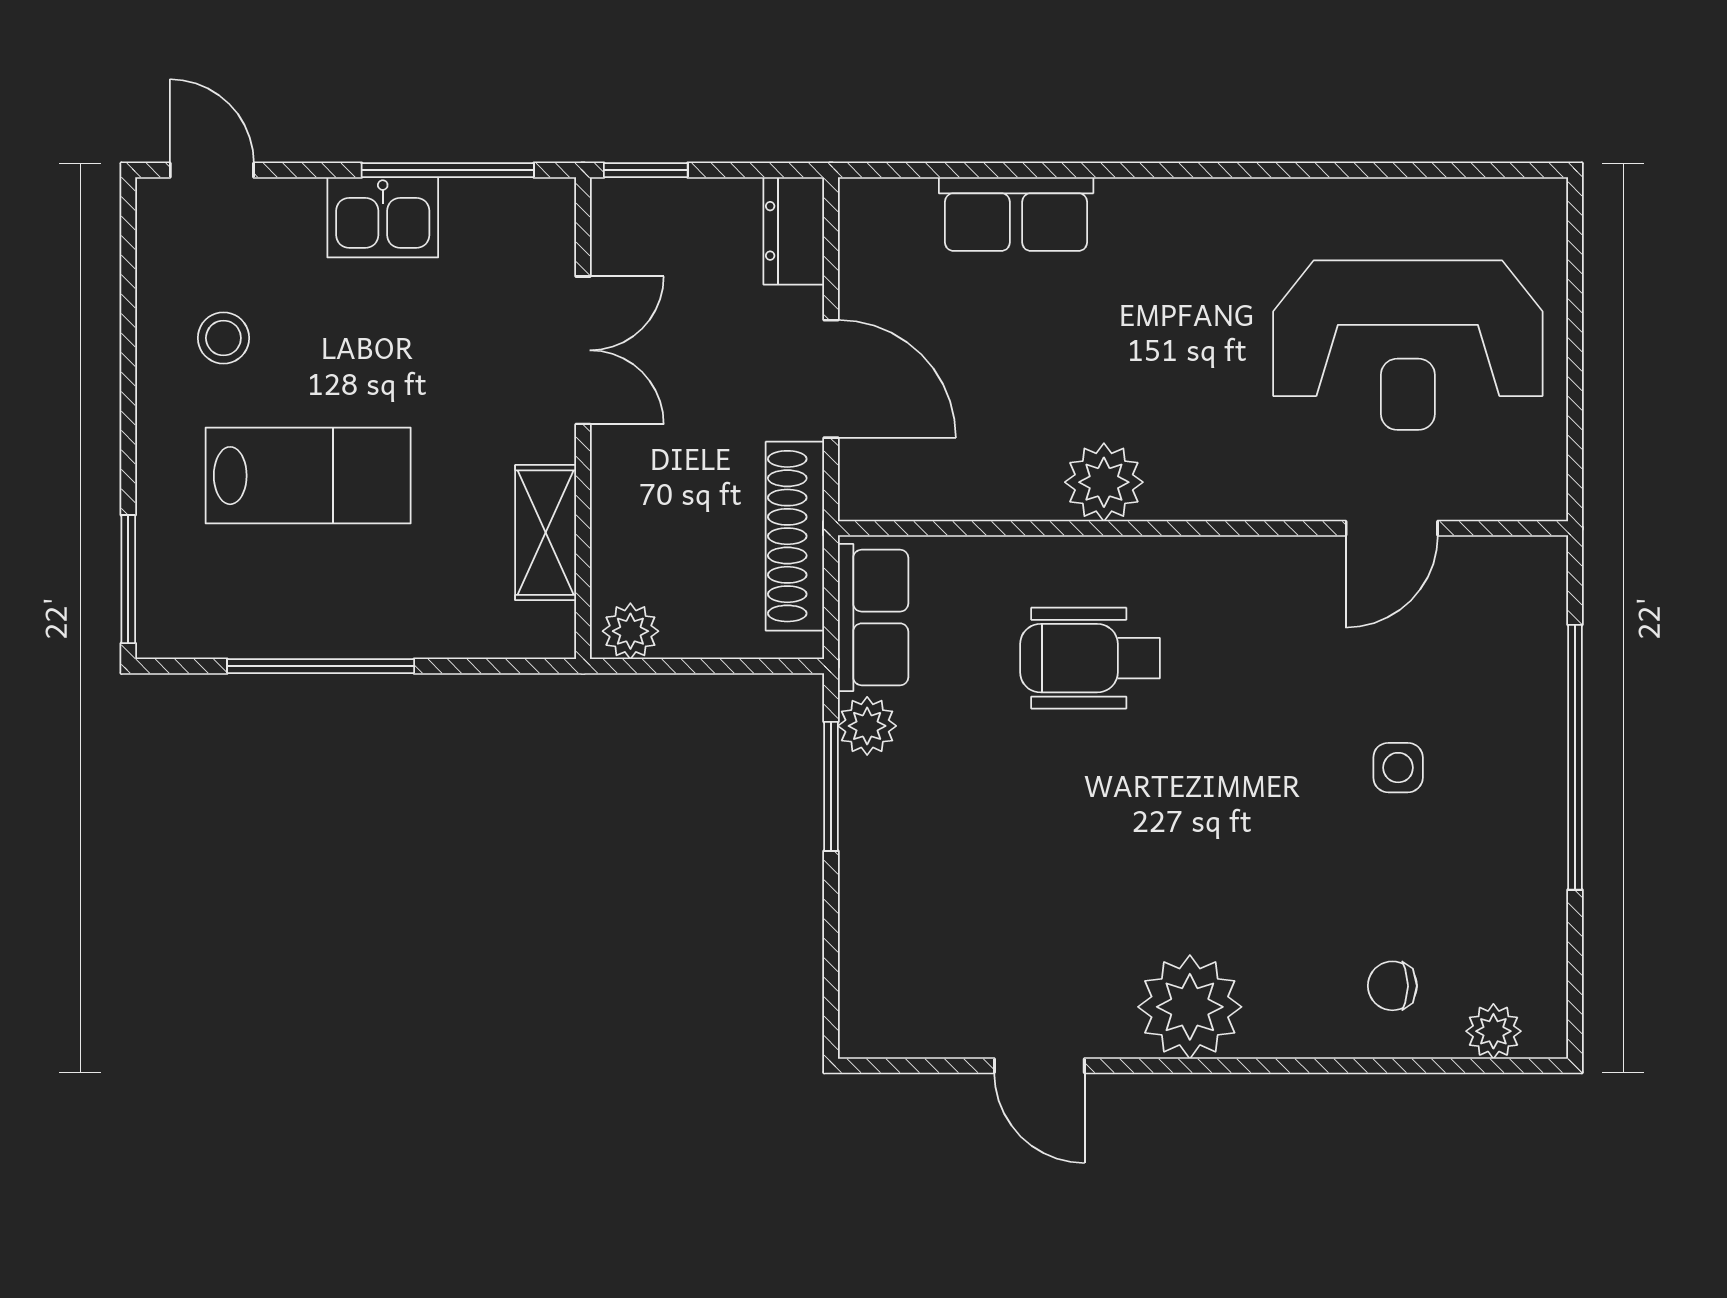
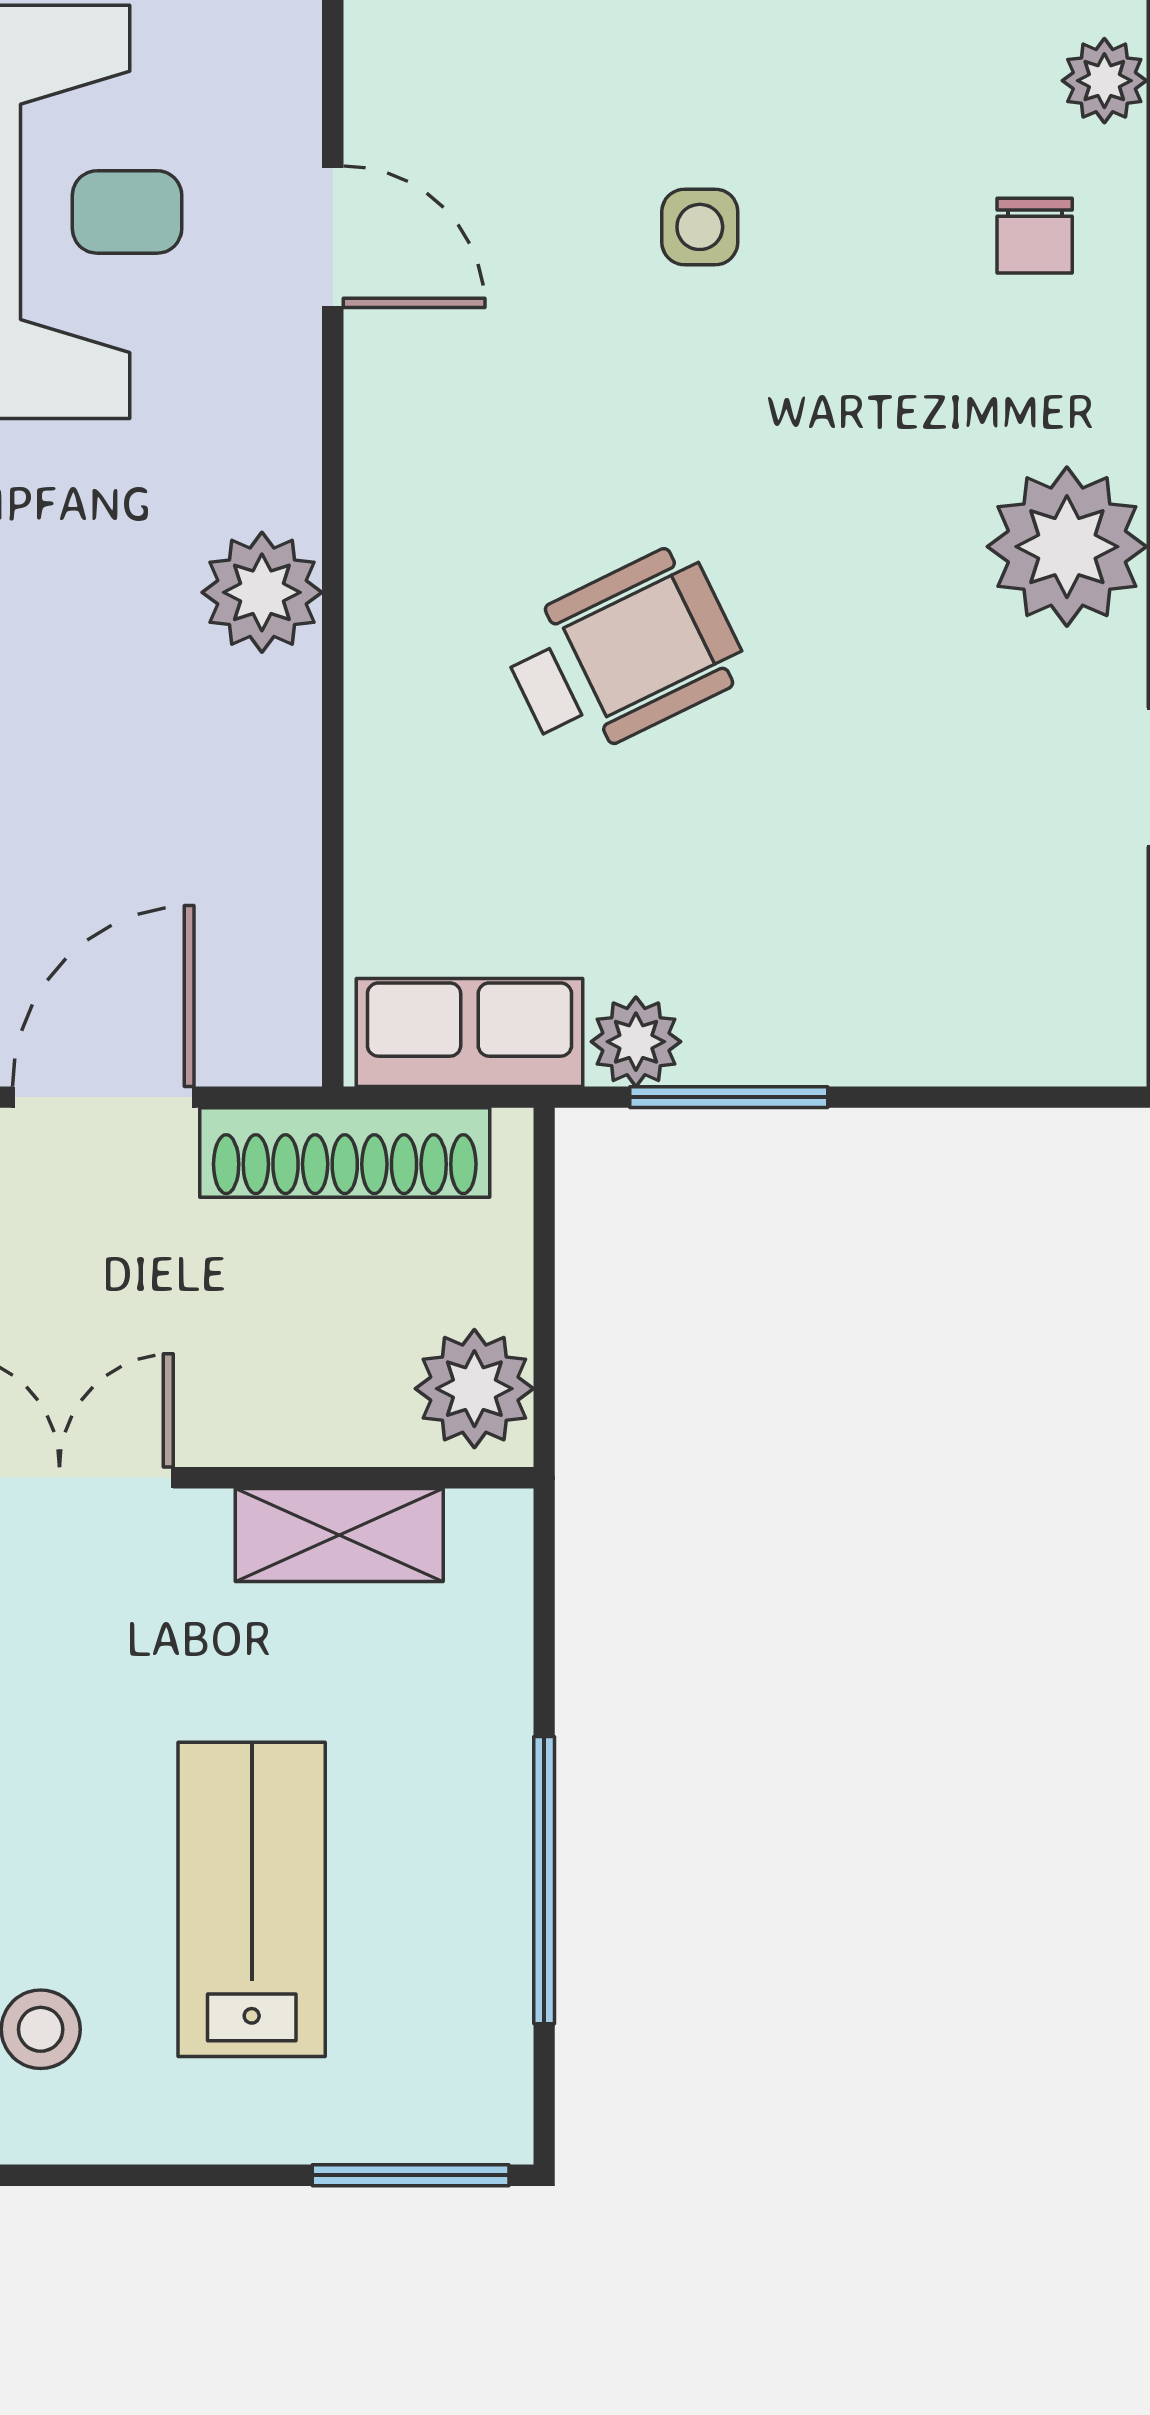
plant: (1104, 482) -> (262, 592), moved
plant: (630, 631) -> (474, 1389), width x1.38, depth x1.38
wheelchair: (1090, 658) -> (624, 654), moved, turned -116

